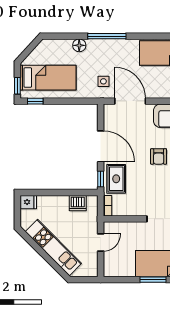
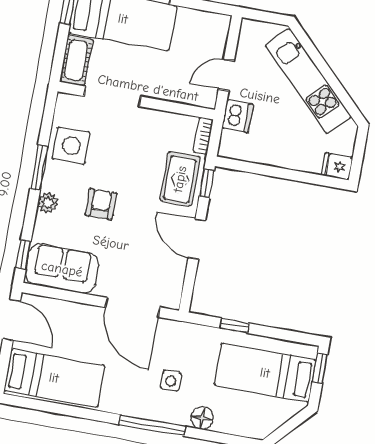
side table: (103, 81) -> (171, 381), moved
window: (35, 101) -> (234, 326), moved
door: (101, 146) -> (197, 239), width x0.73
dishwasher: (78, 203) -> (238, 116), moved, turned 90

